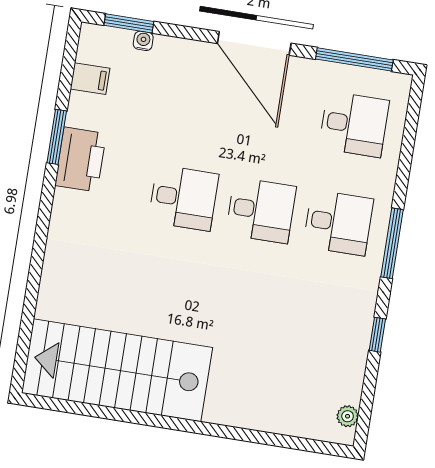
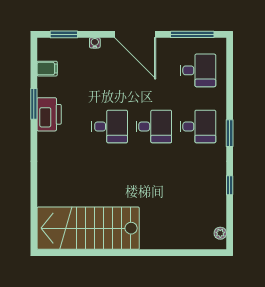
water cooler: (143, 41) -> (95, 43), moved
window: (392, 243) -> (230, 133), width x0.69

